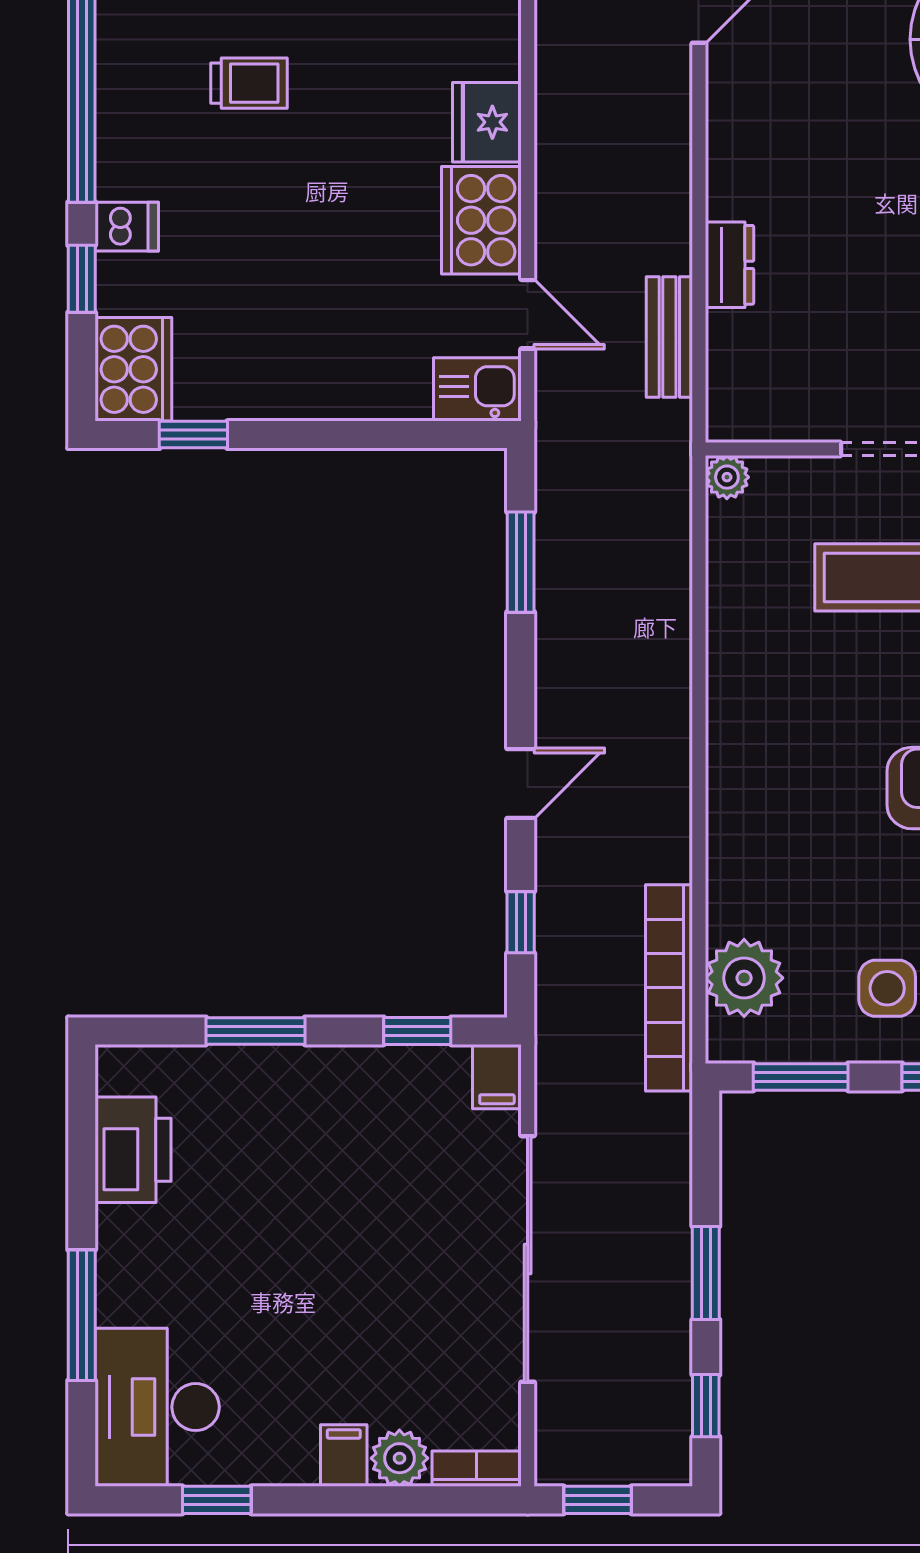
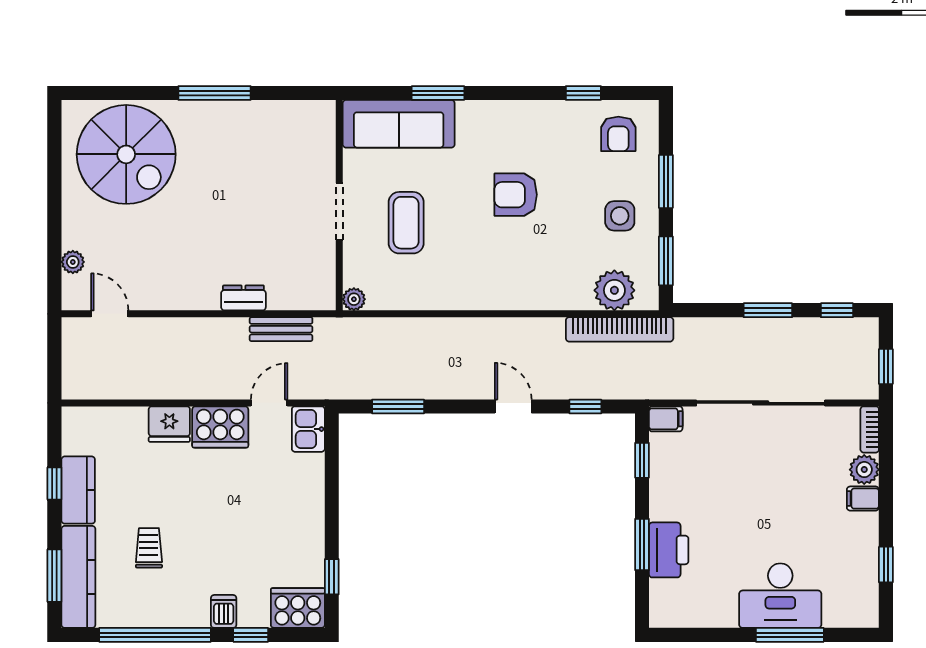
printer: (133, 1150) -> (669, 550), moved, turned 90
desk: (157, 1407) -> (780, 596), moved

